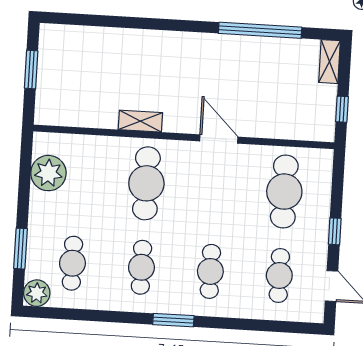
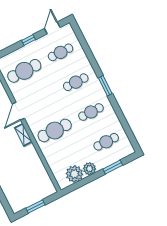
shelving: (140, 121) -> (23, 135), moved
plant: (37, 293) -> (89, 169), moved

